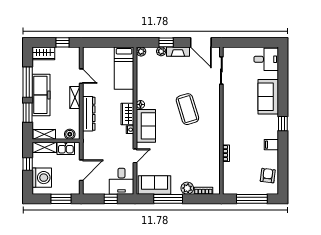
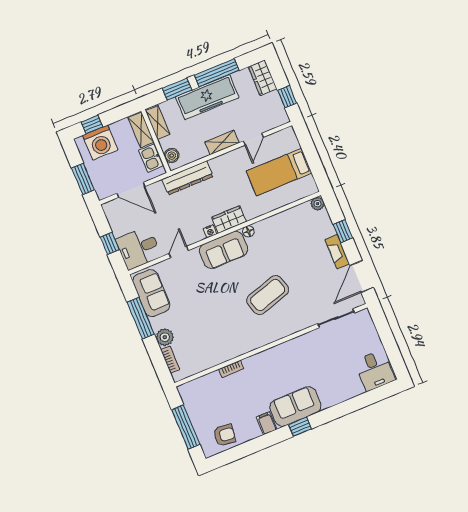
plant: (161, 51) -> (329, 230), removed
bed: (124, 68) -> (279, 172), moved
sofa: (268, 97) -> (295, 406), moved
dresser: (89, 114) -> (188, 178), moved
door: (135, 156) -> (179, 252), swing flipped
window: (28, 164) -> (92, 124), moved

